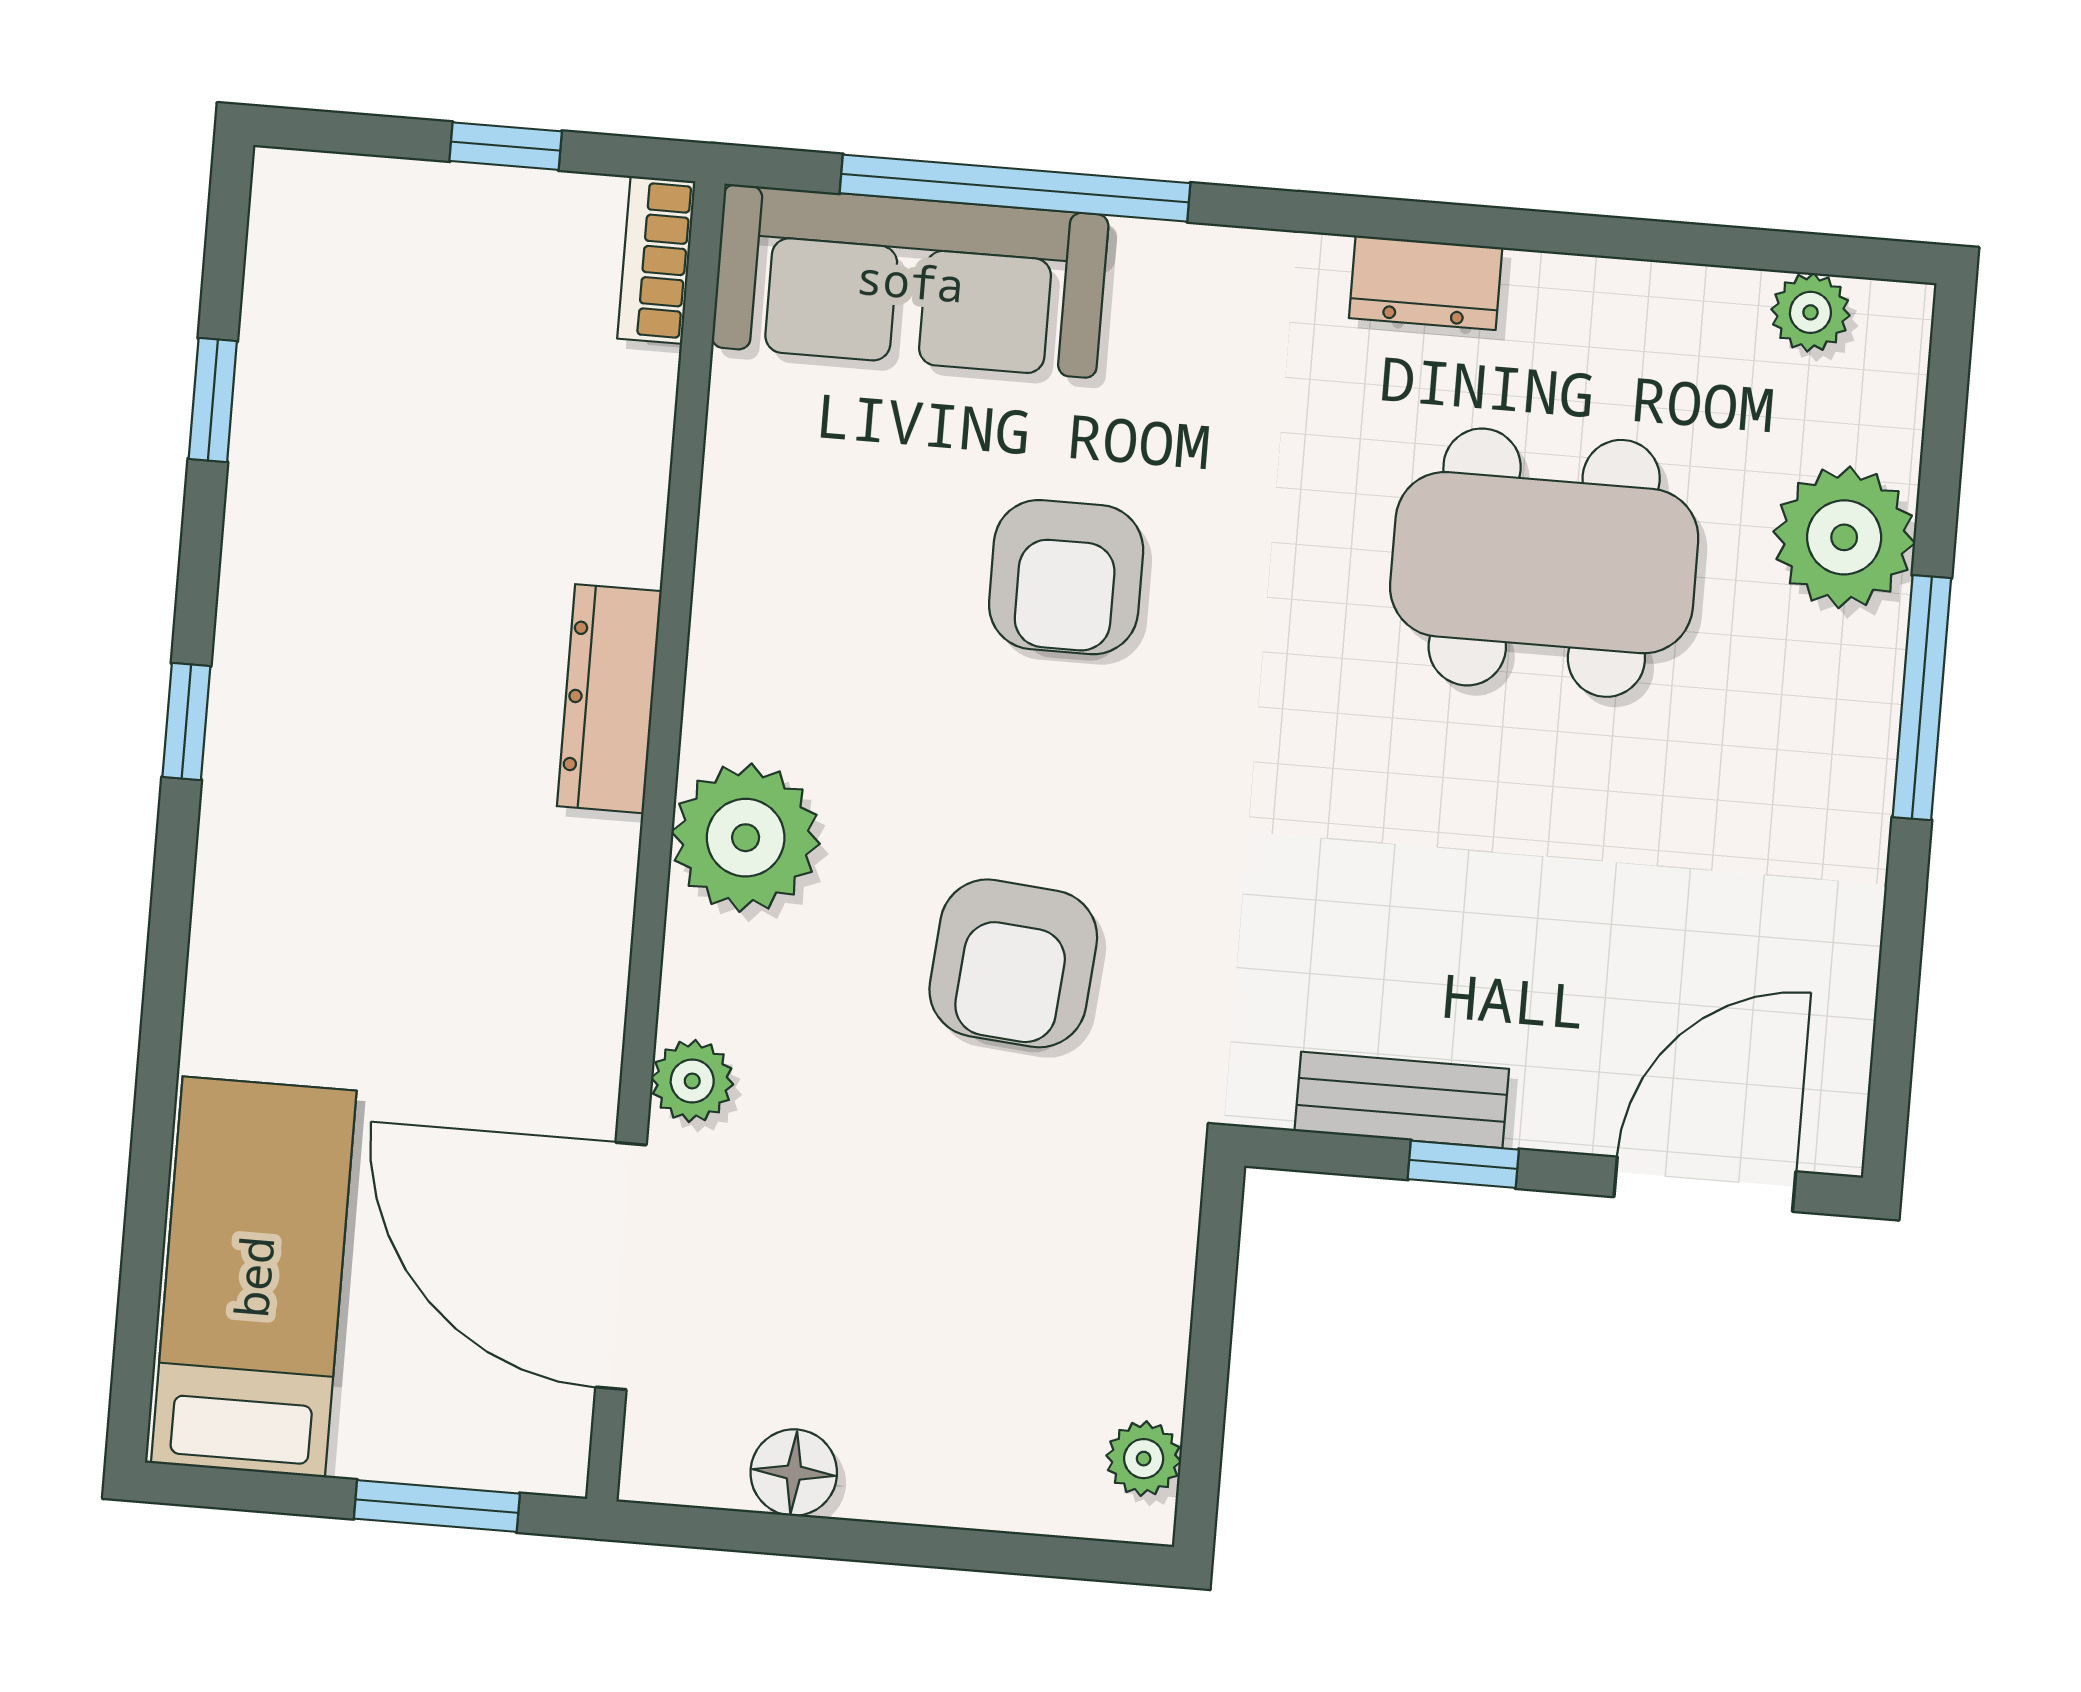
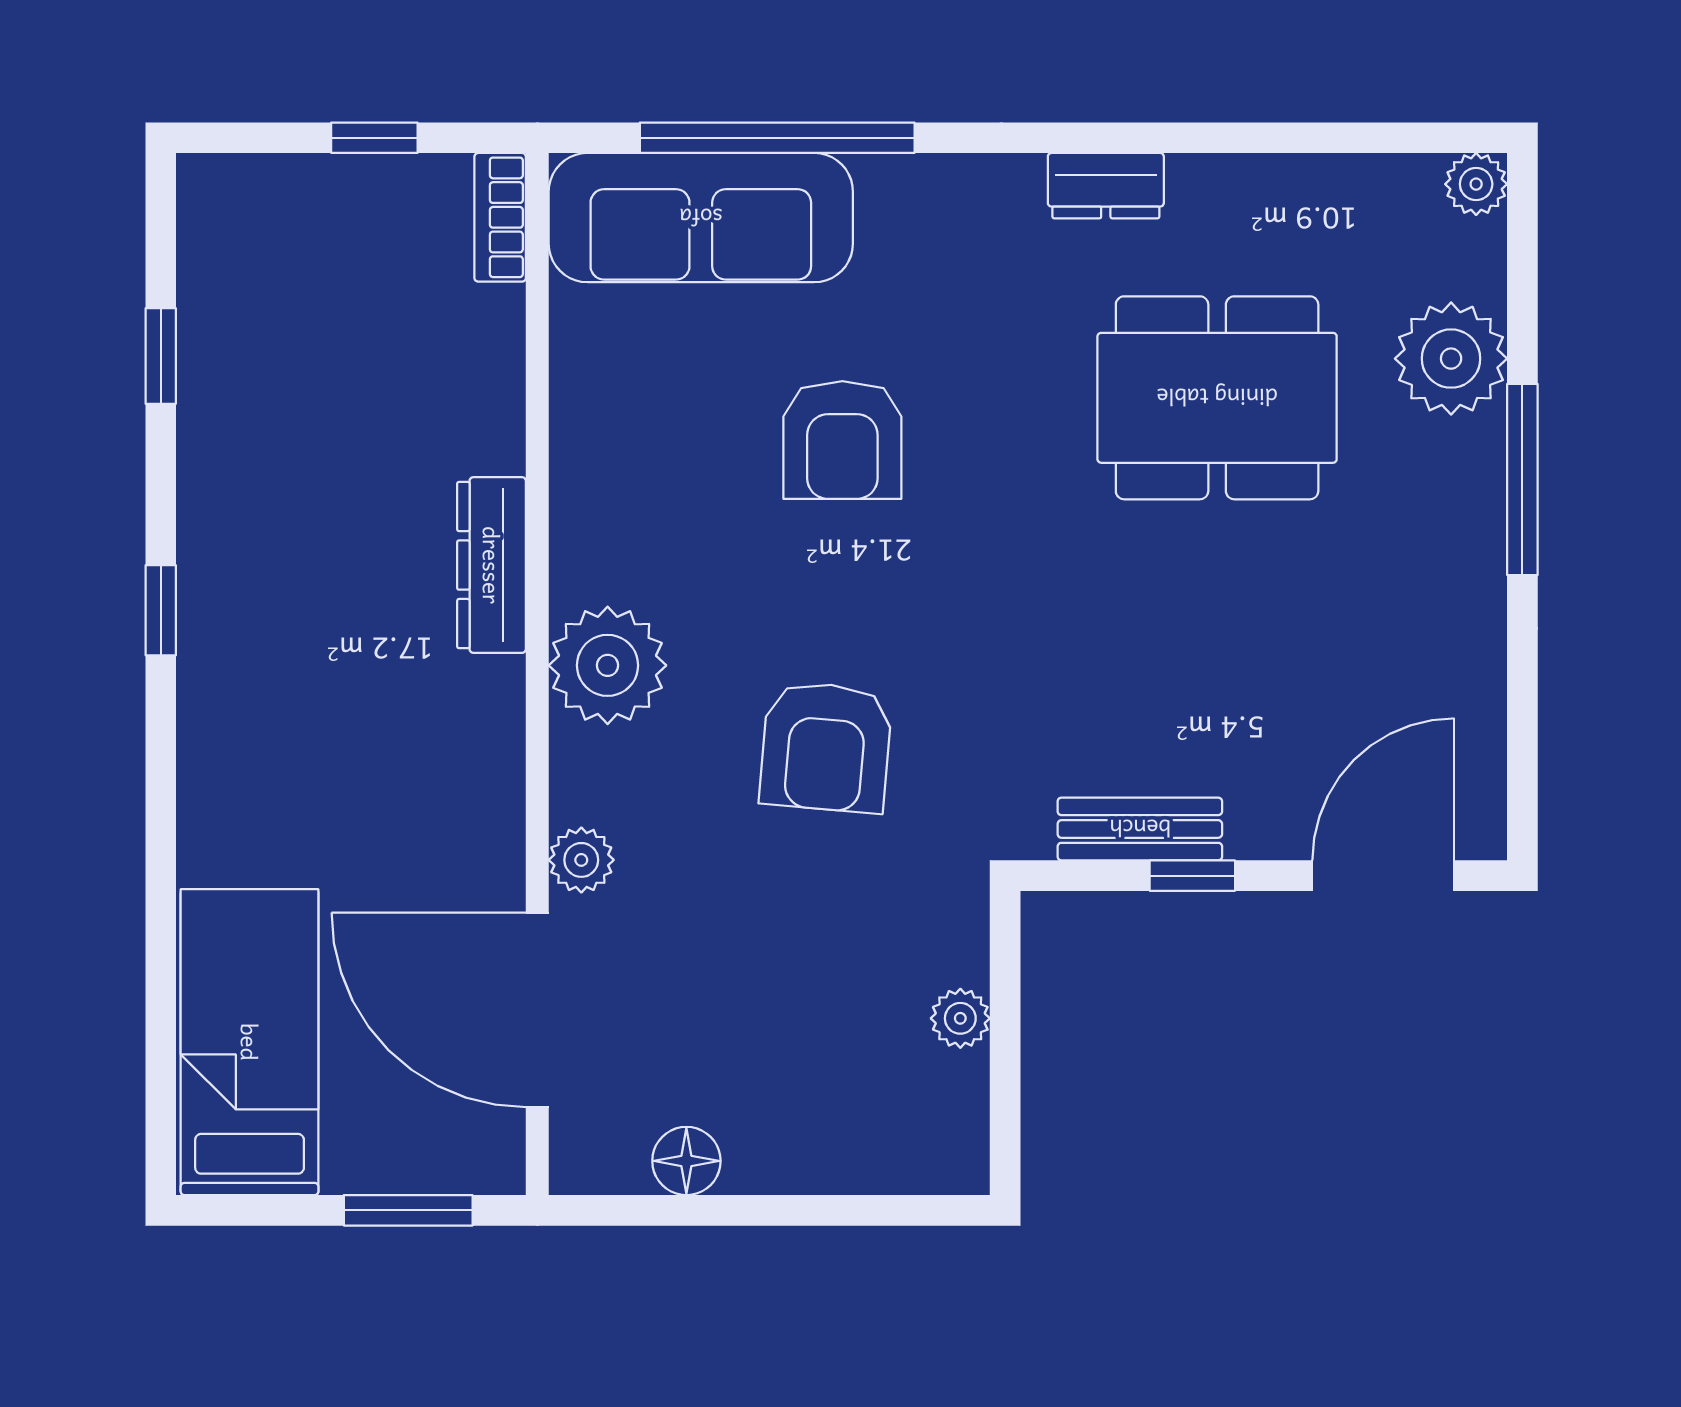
plant: (1810, 312) -> (1476, 184), moved
plant: (1144, 1459) -> (960, 1018), moved

